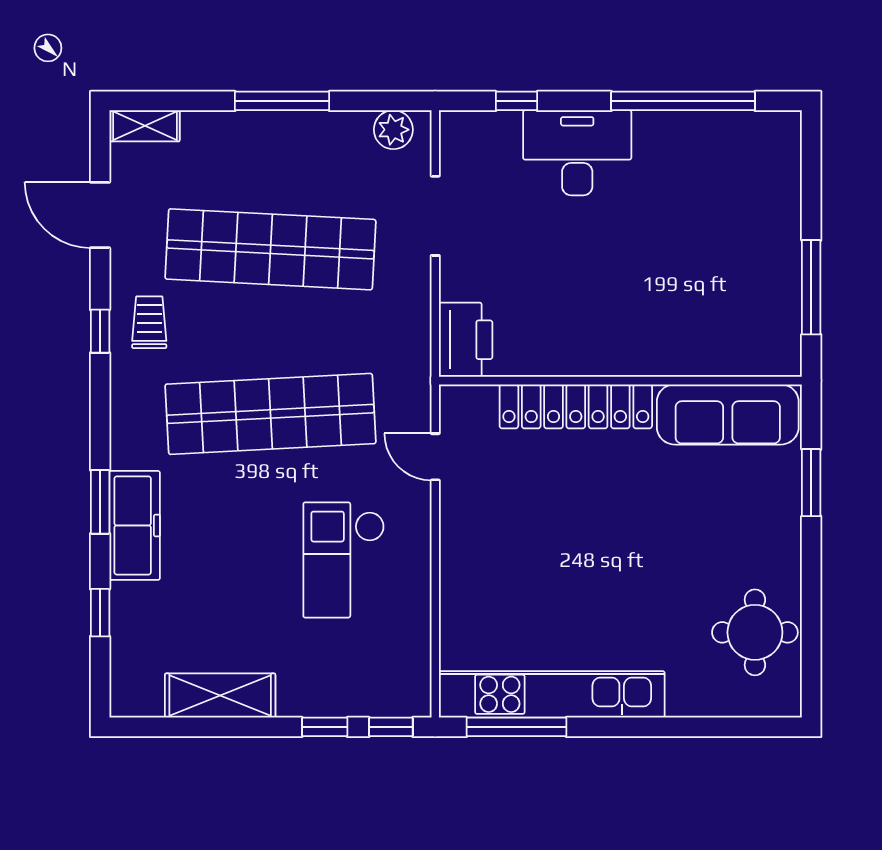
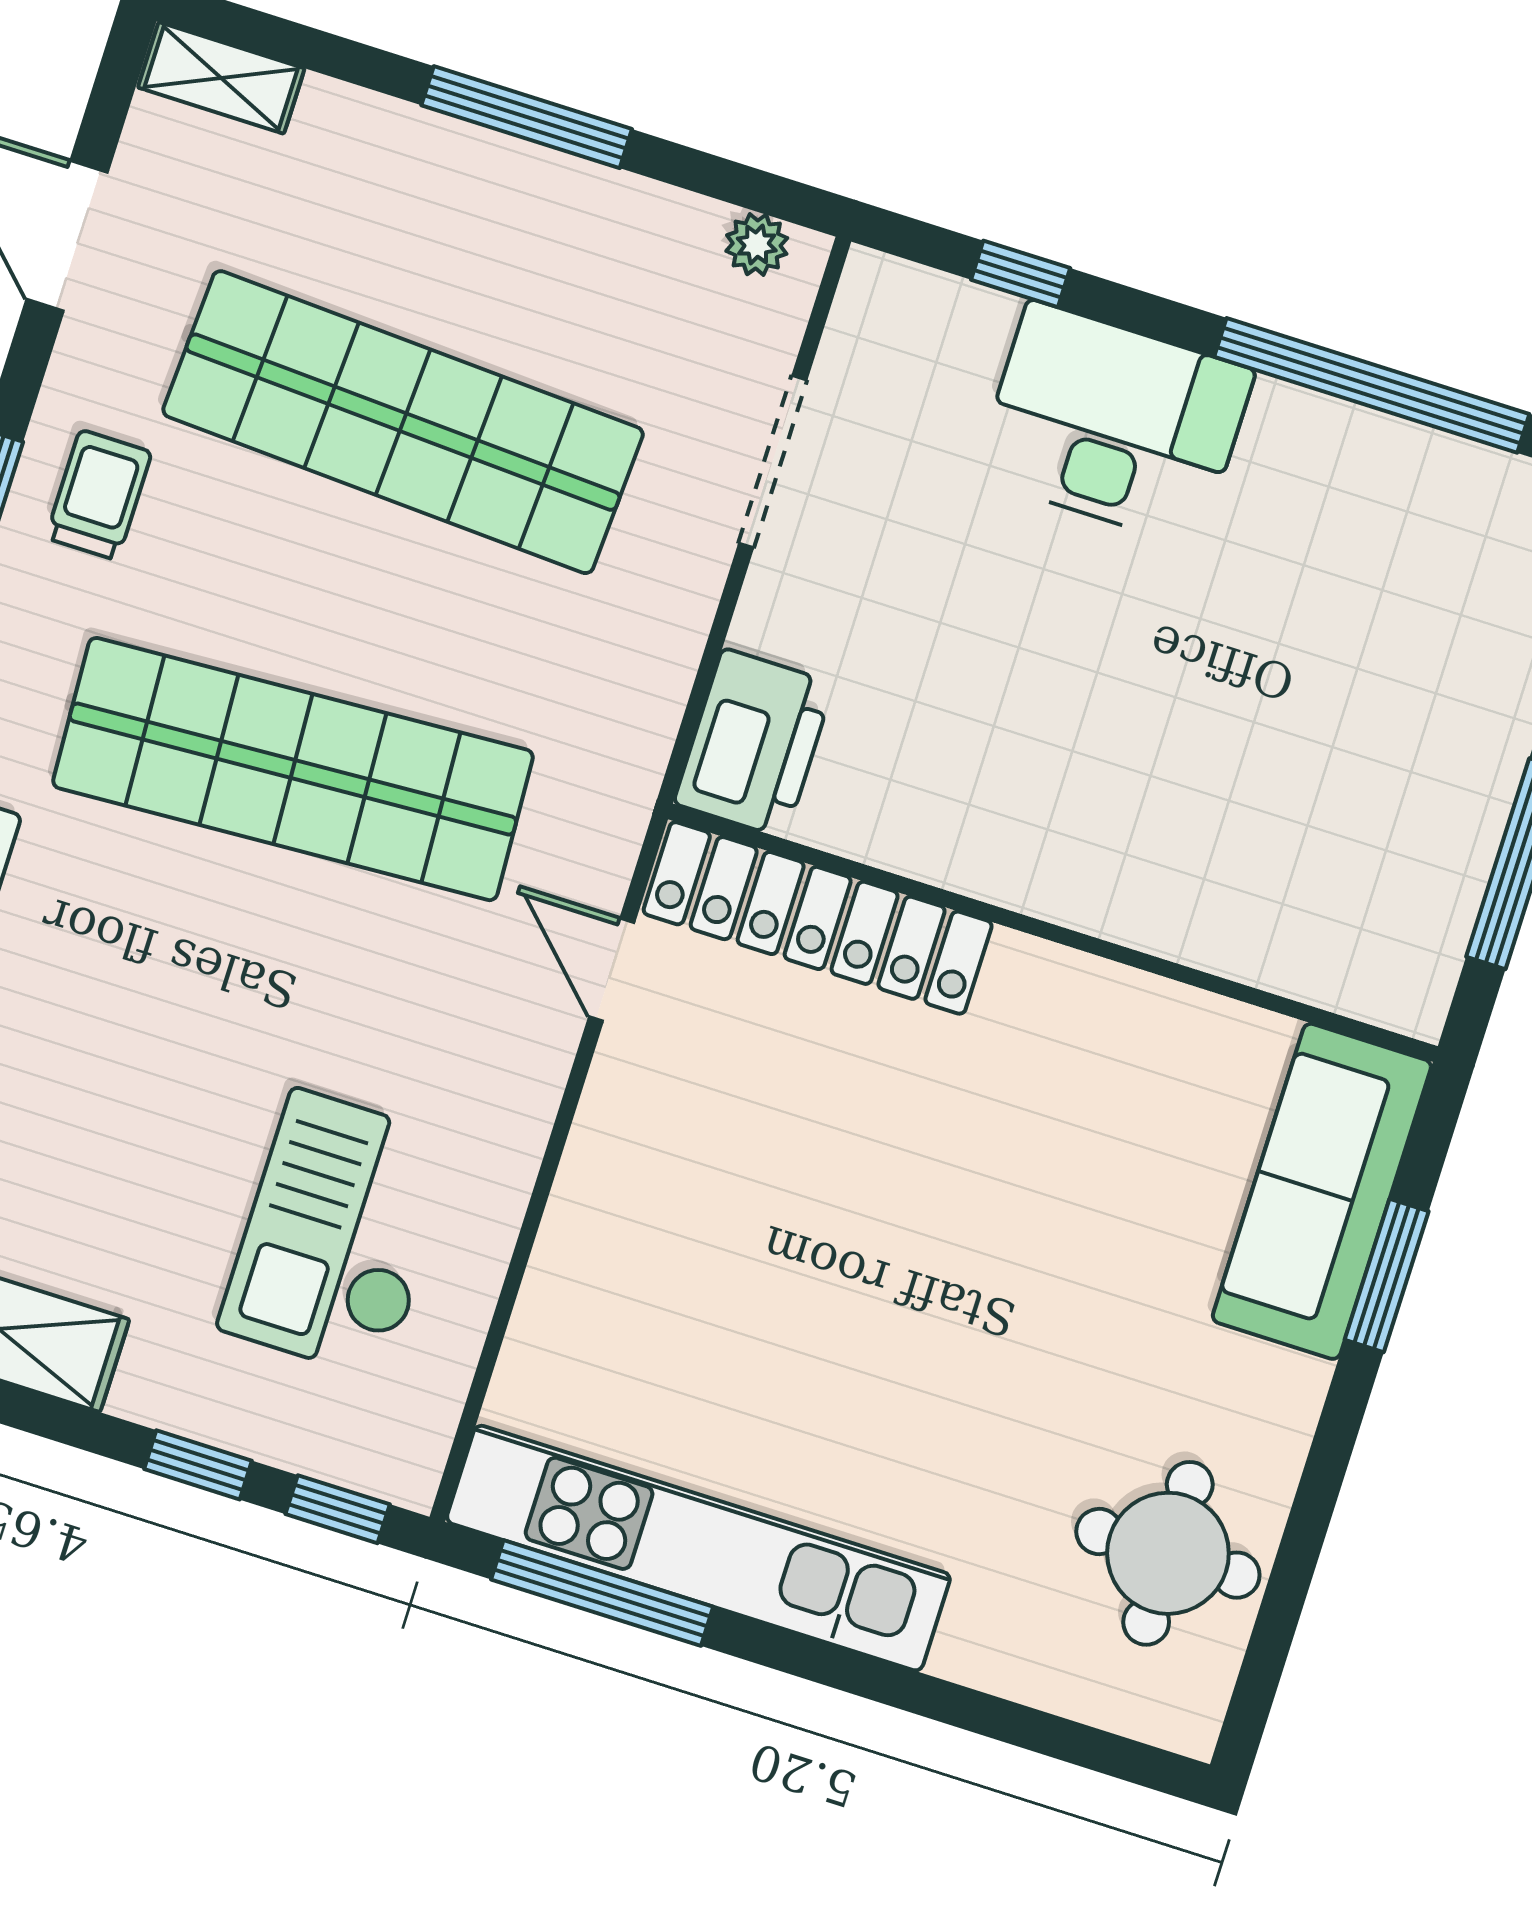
plant: (393, 130) -> (757, 245), width x0.73, depth x0.73
locker: (576, 406) -> (818, 918), moved
sofa: (728, 414) -> (1322, 1191), moved, turned 90
checkout: (344, 560) -> (339, 1234), moved

